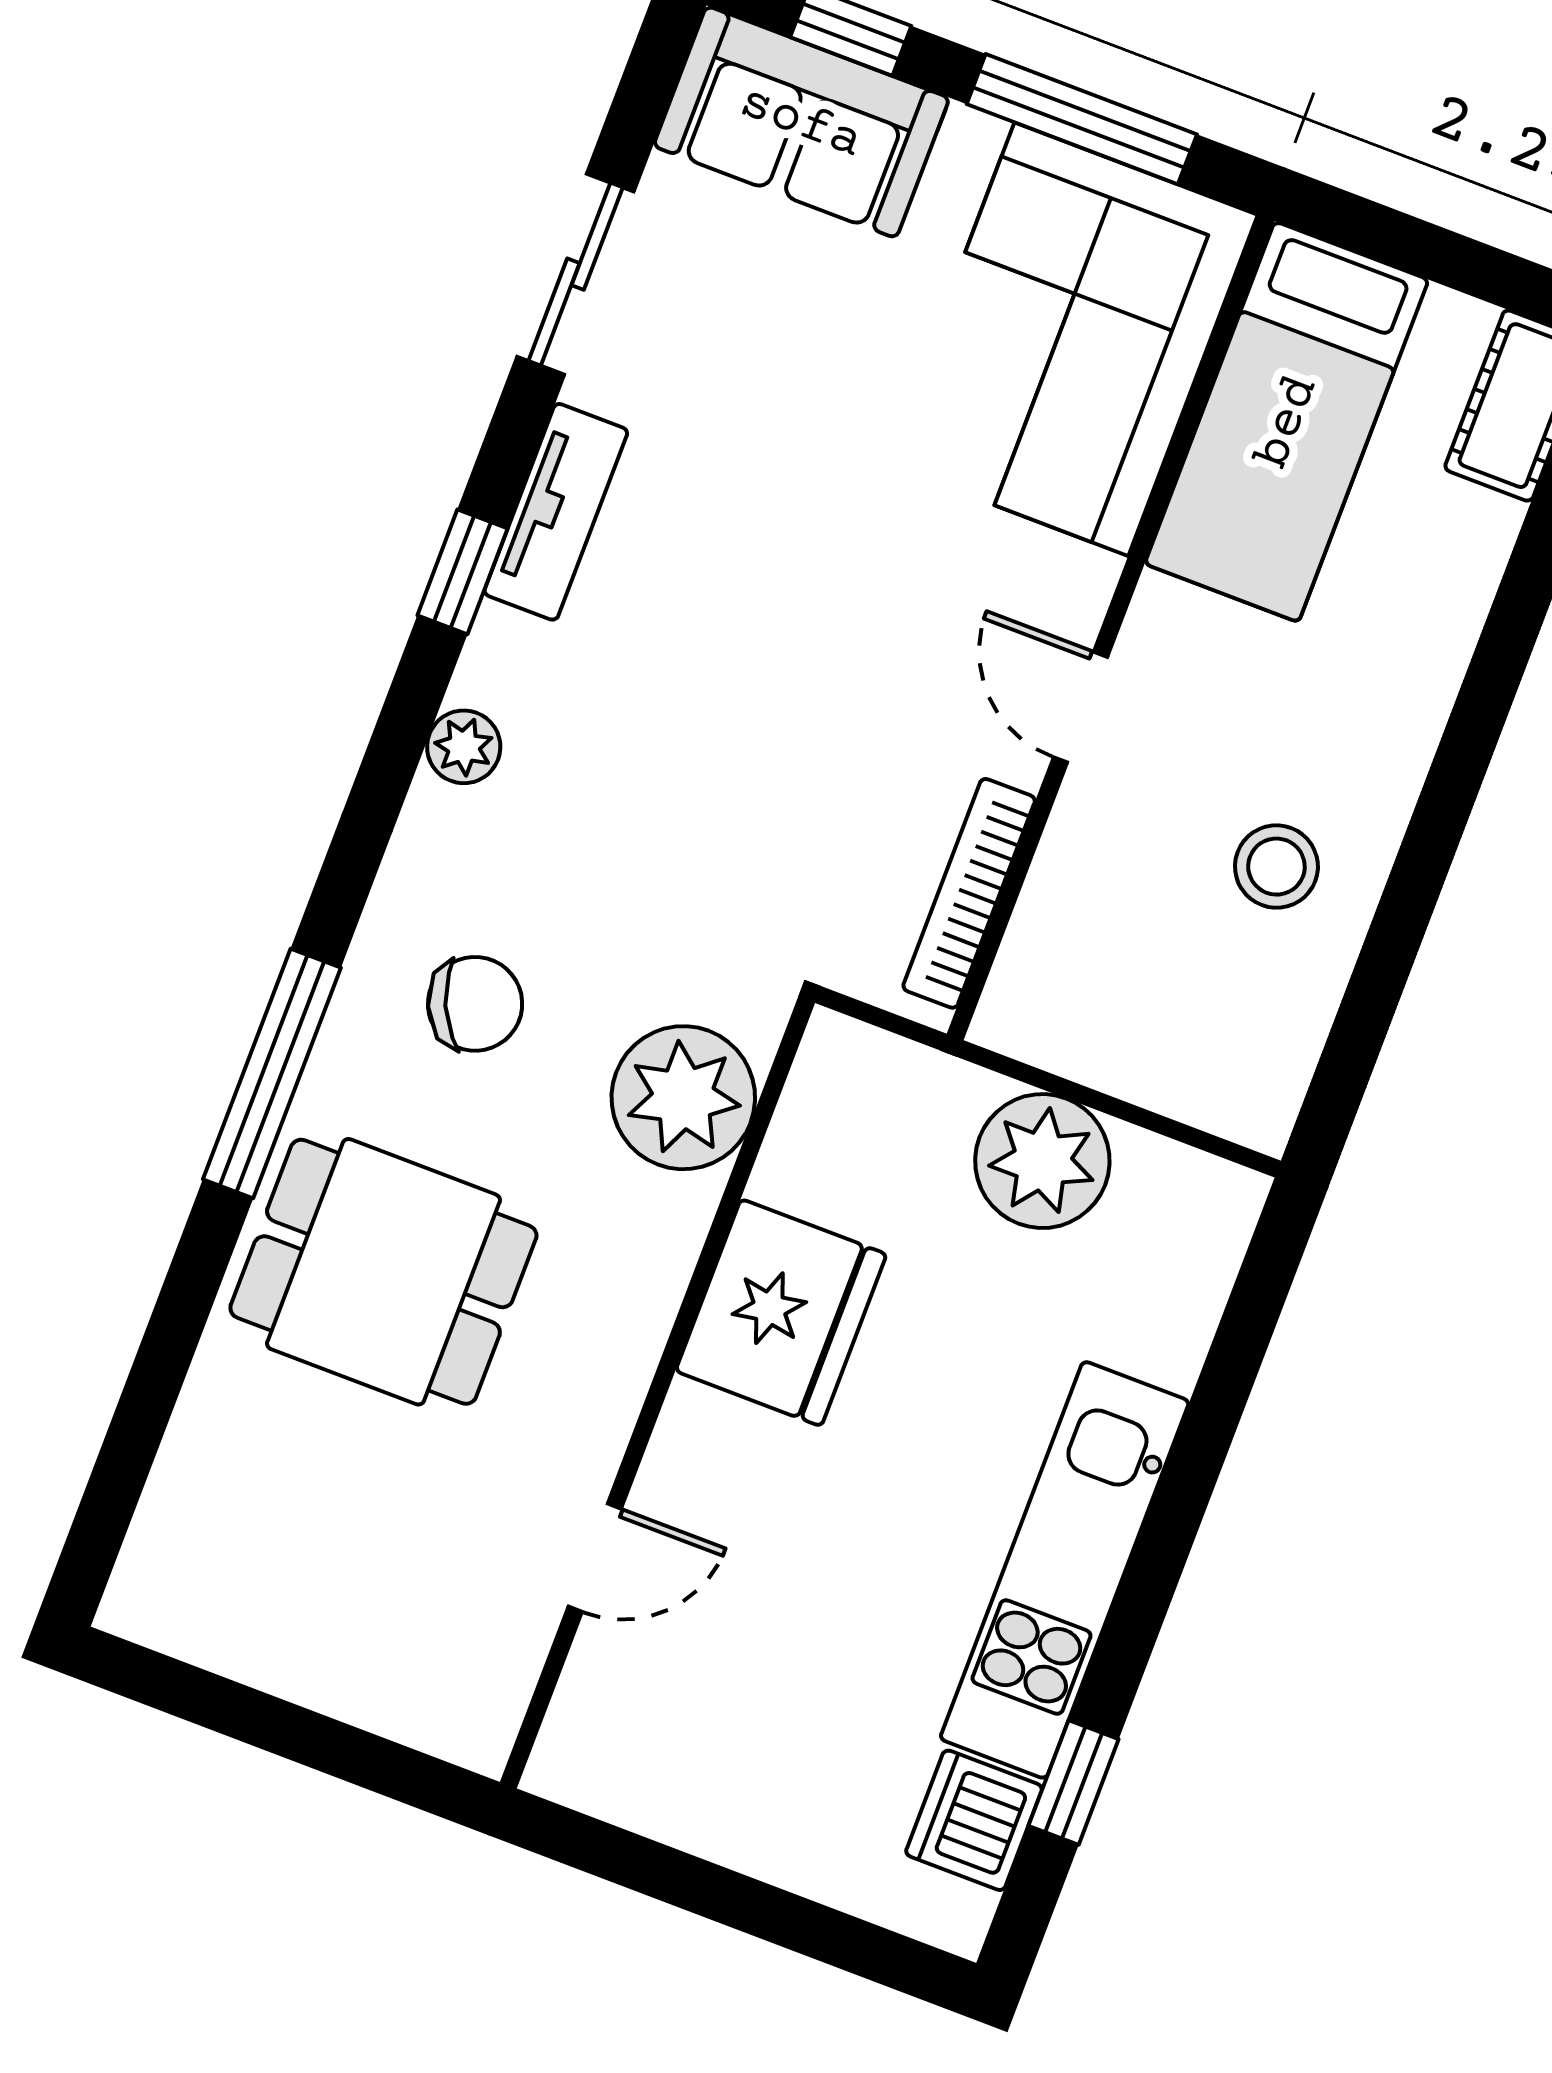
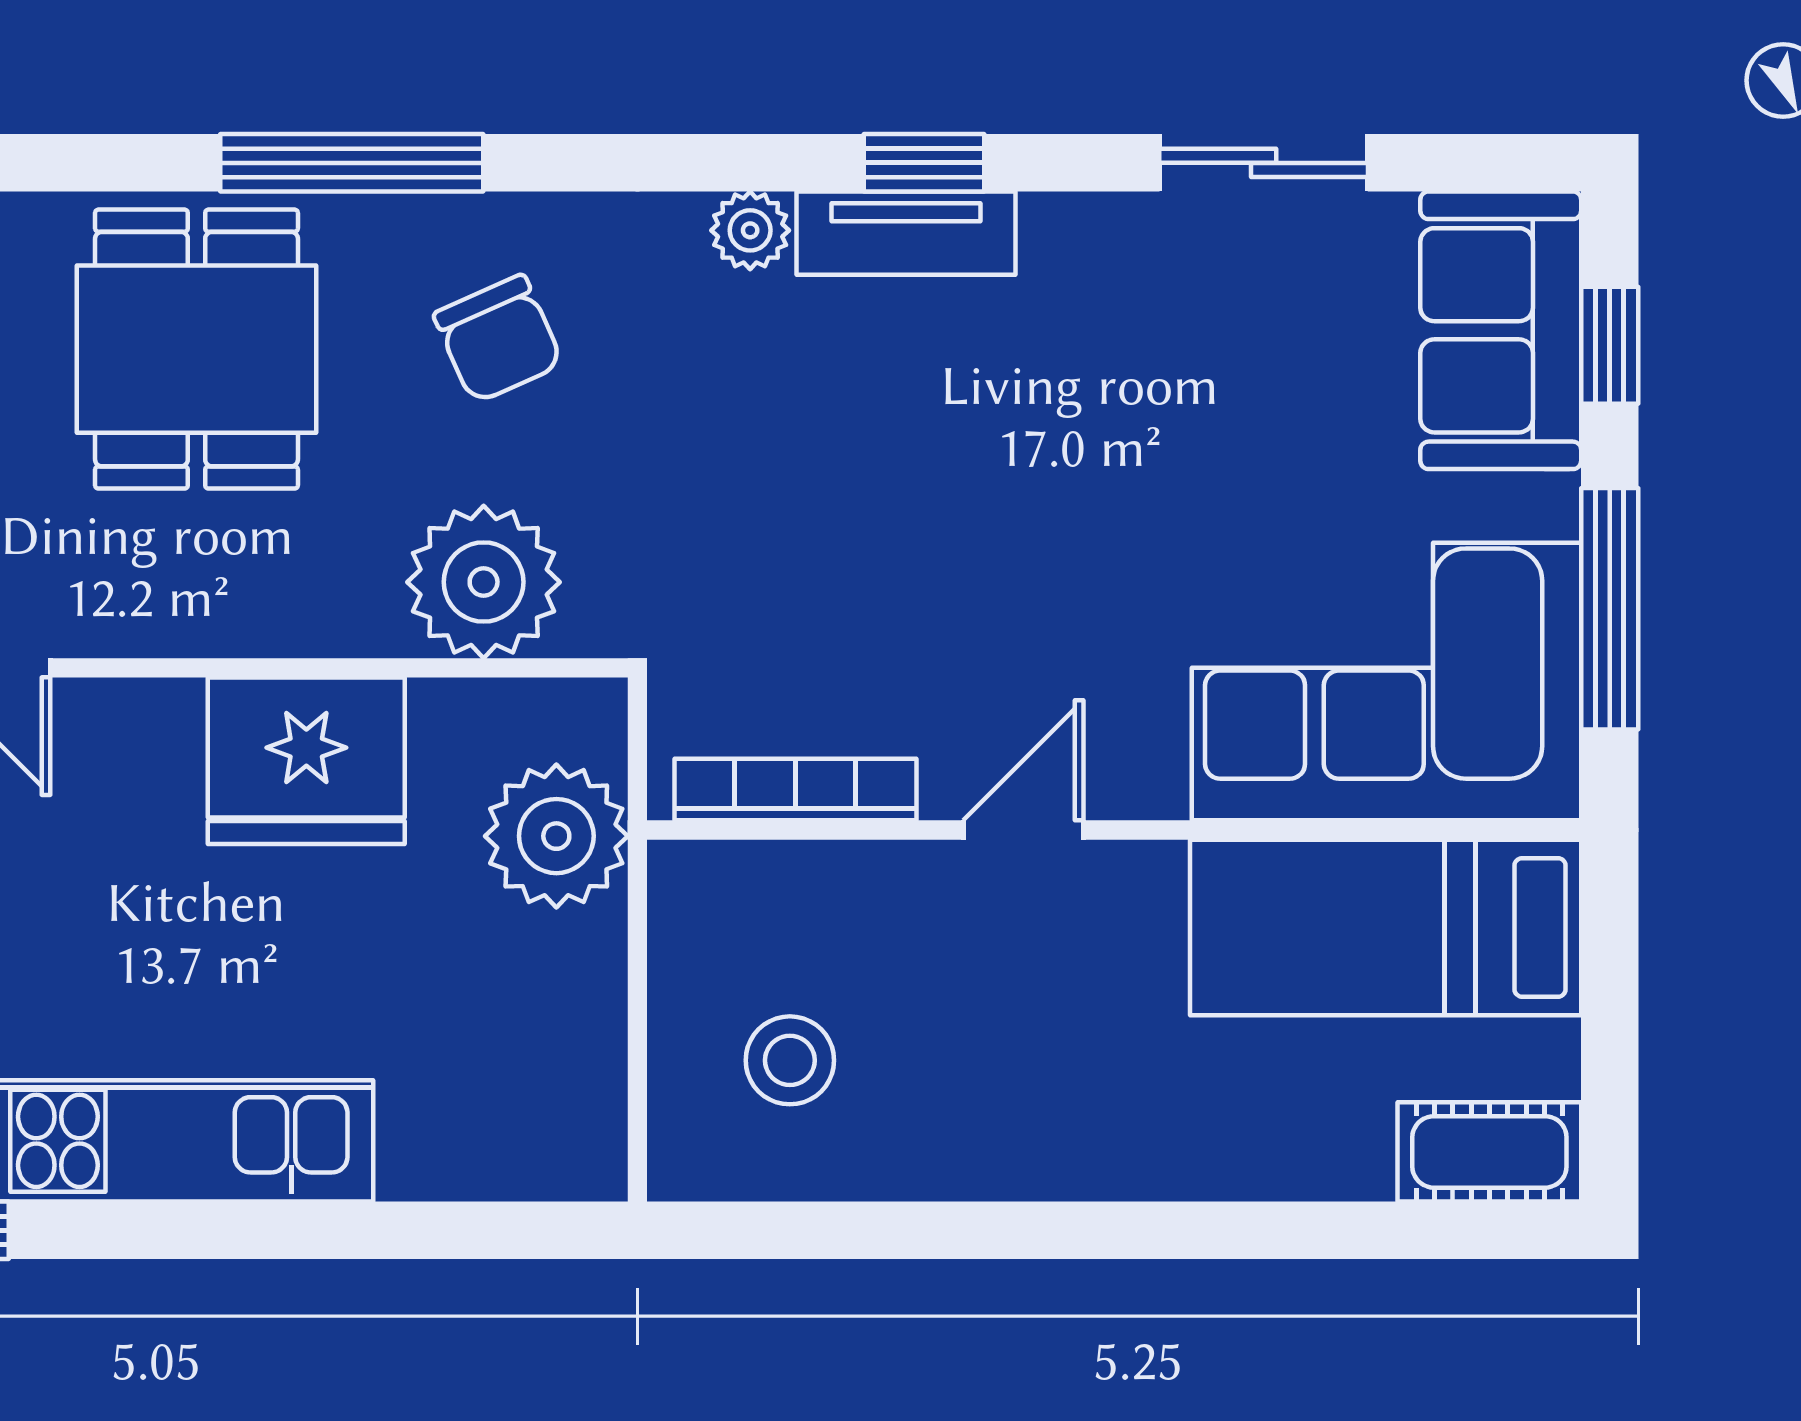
tv unit: (556, 512) -> (906, 233), moved
stool: (1276, 867) -> (790, 1060), moved
plant: (1042, 1161) -> (556, 836), moved

